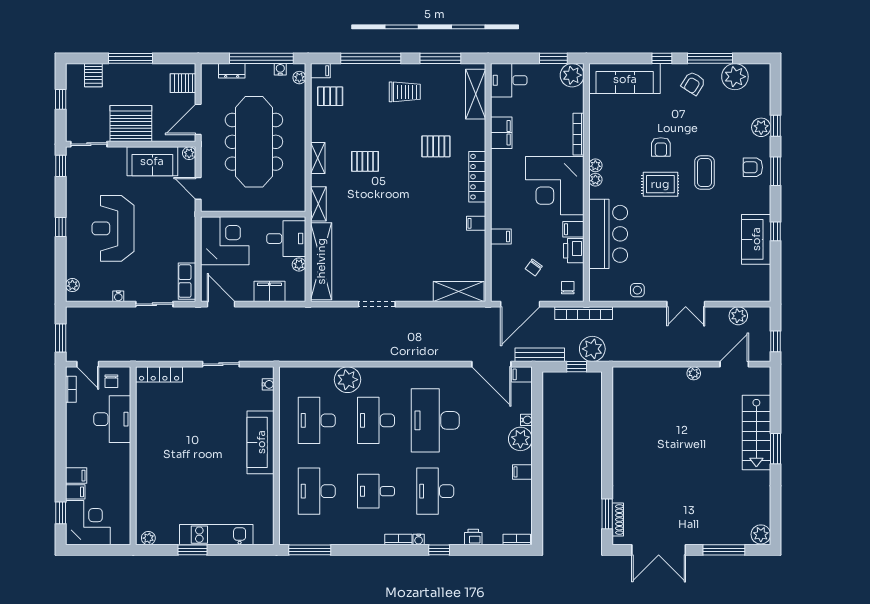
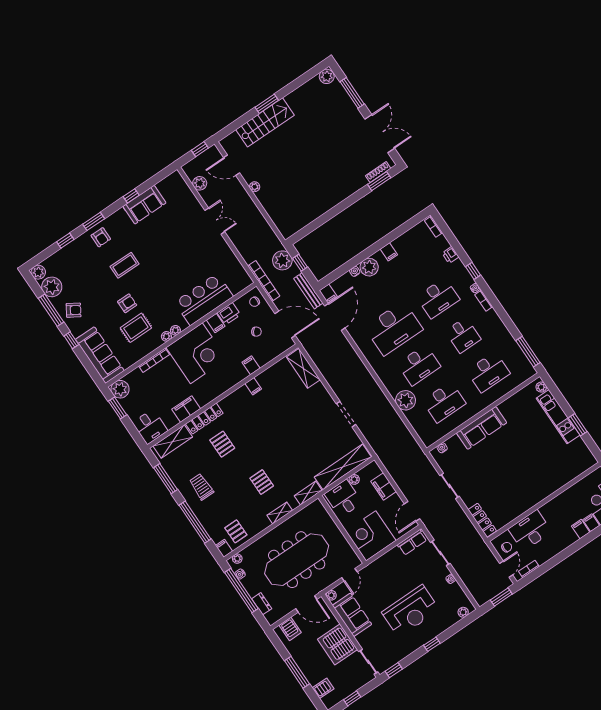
plant: (761, 127) -> (38, 272), moved
locker: (477, 177) -> (204, 419), moved
rug: (660, 184) -> (136, 328), moved, turned 90
side table: (637, 290) -> (227, 257), removed
plant: (148, 538) -> (541, 387), moved

